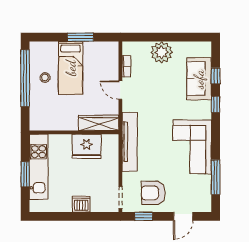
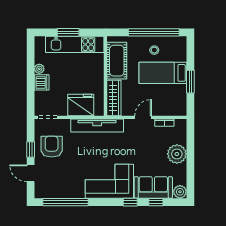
plant: (204, 49) -> (180, 192), added
cot: (57, 120) -> (117, 61), added
fridge: (87, 146) -> (81, 105), moved, turned 90
corner sofa: (192, 147) -> (109, 181), moved
window: (216, 177) -> (65, 202), width x1.46
plant: (66, 207) -> (39, 69), added
window: (144, 216) -> (31, 150), moved

